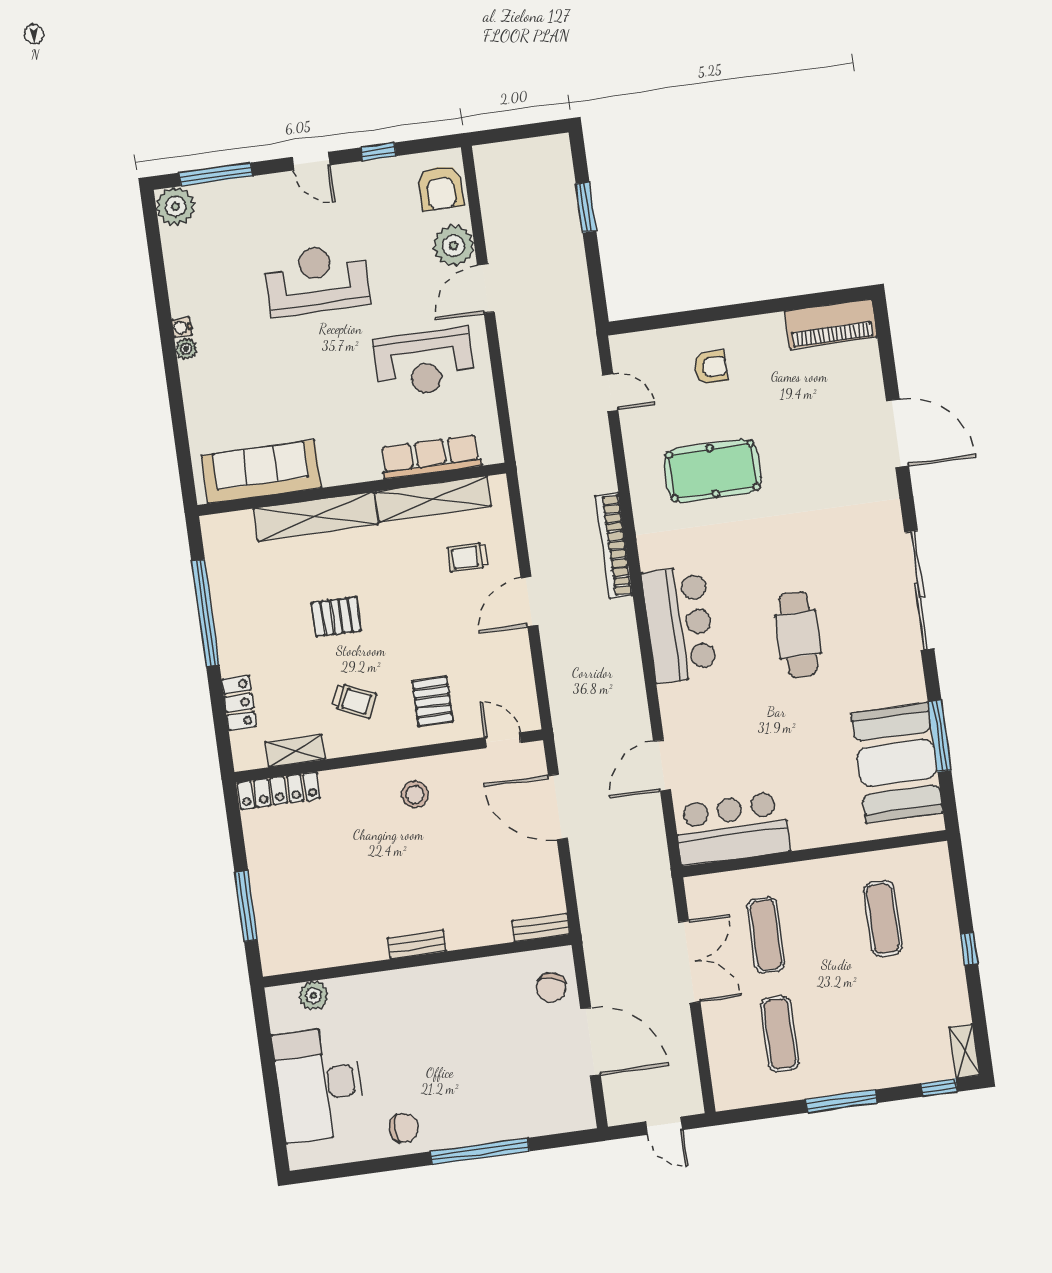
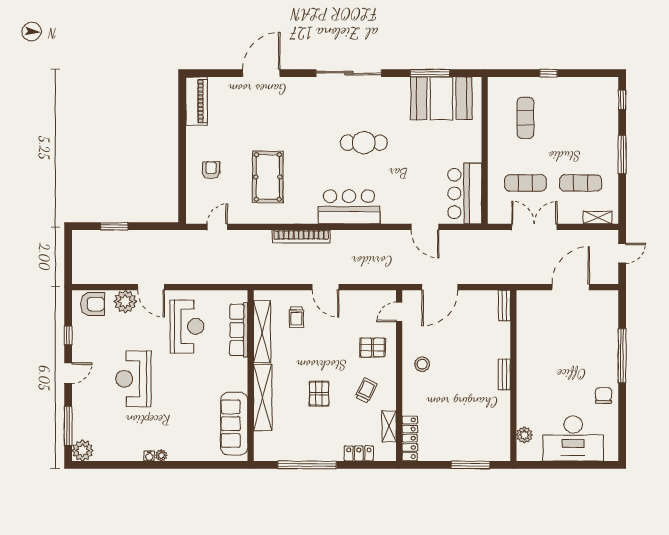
exercise mat: (883, 919) -> (525, 118), turned 90
chair: (551, 987) -> (538, 304), removed
shelving: (965, 1051) -> (598, 218), moved

